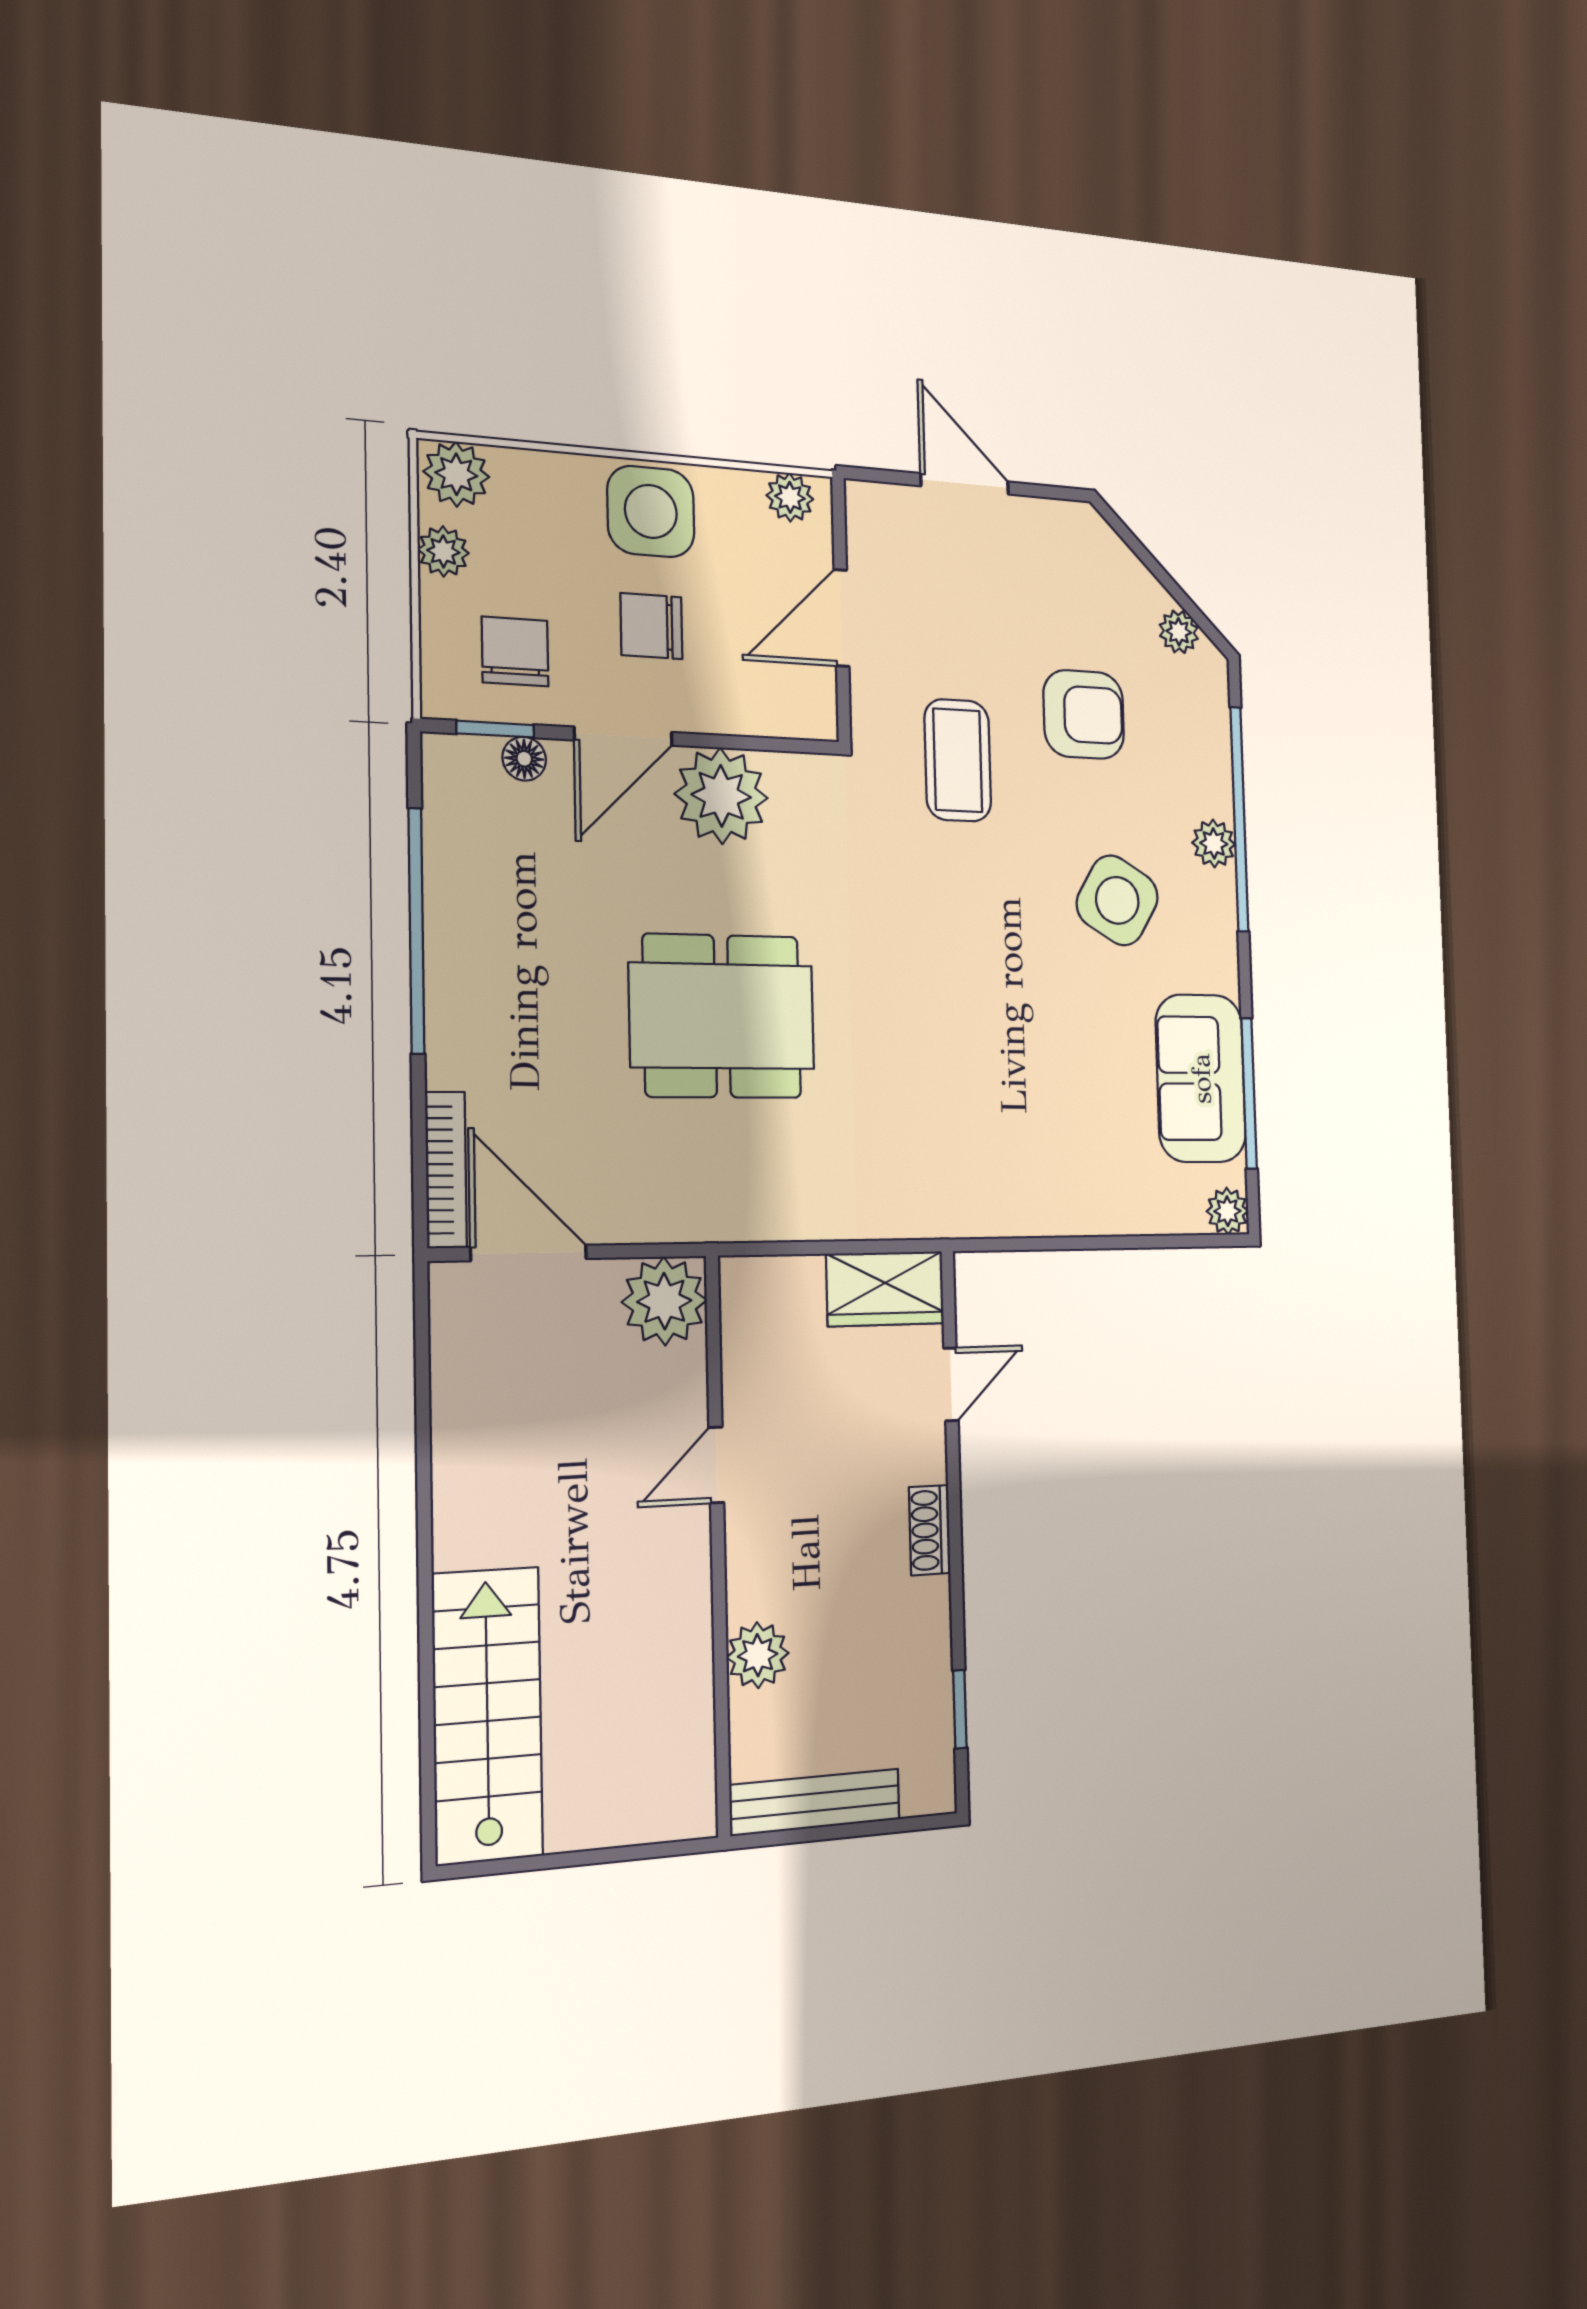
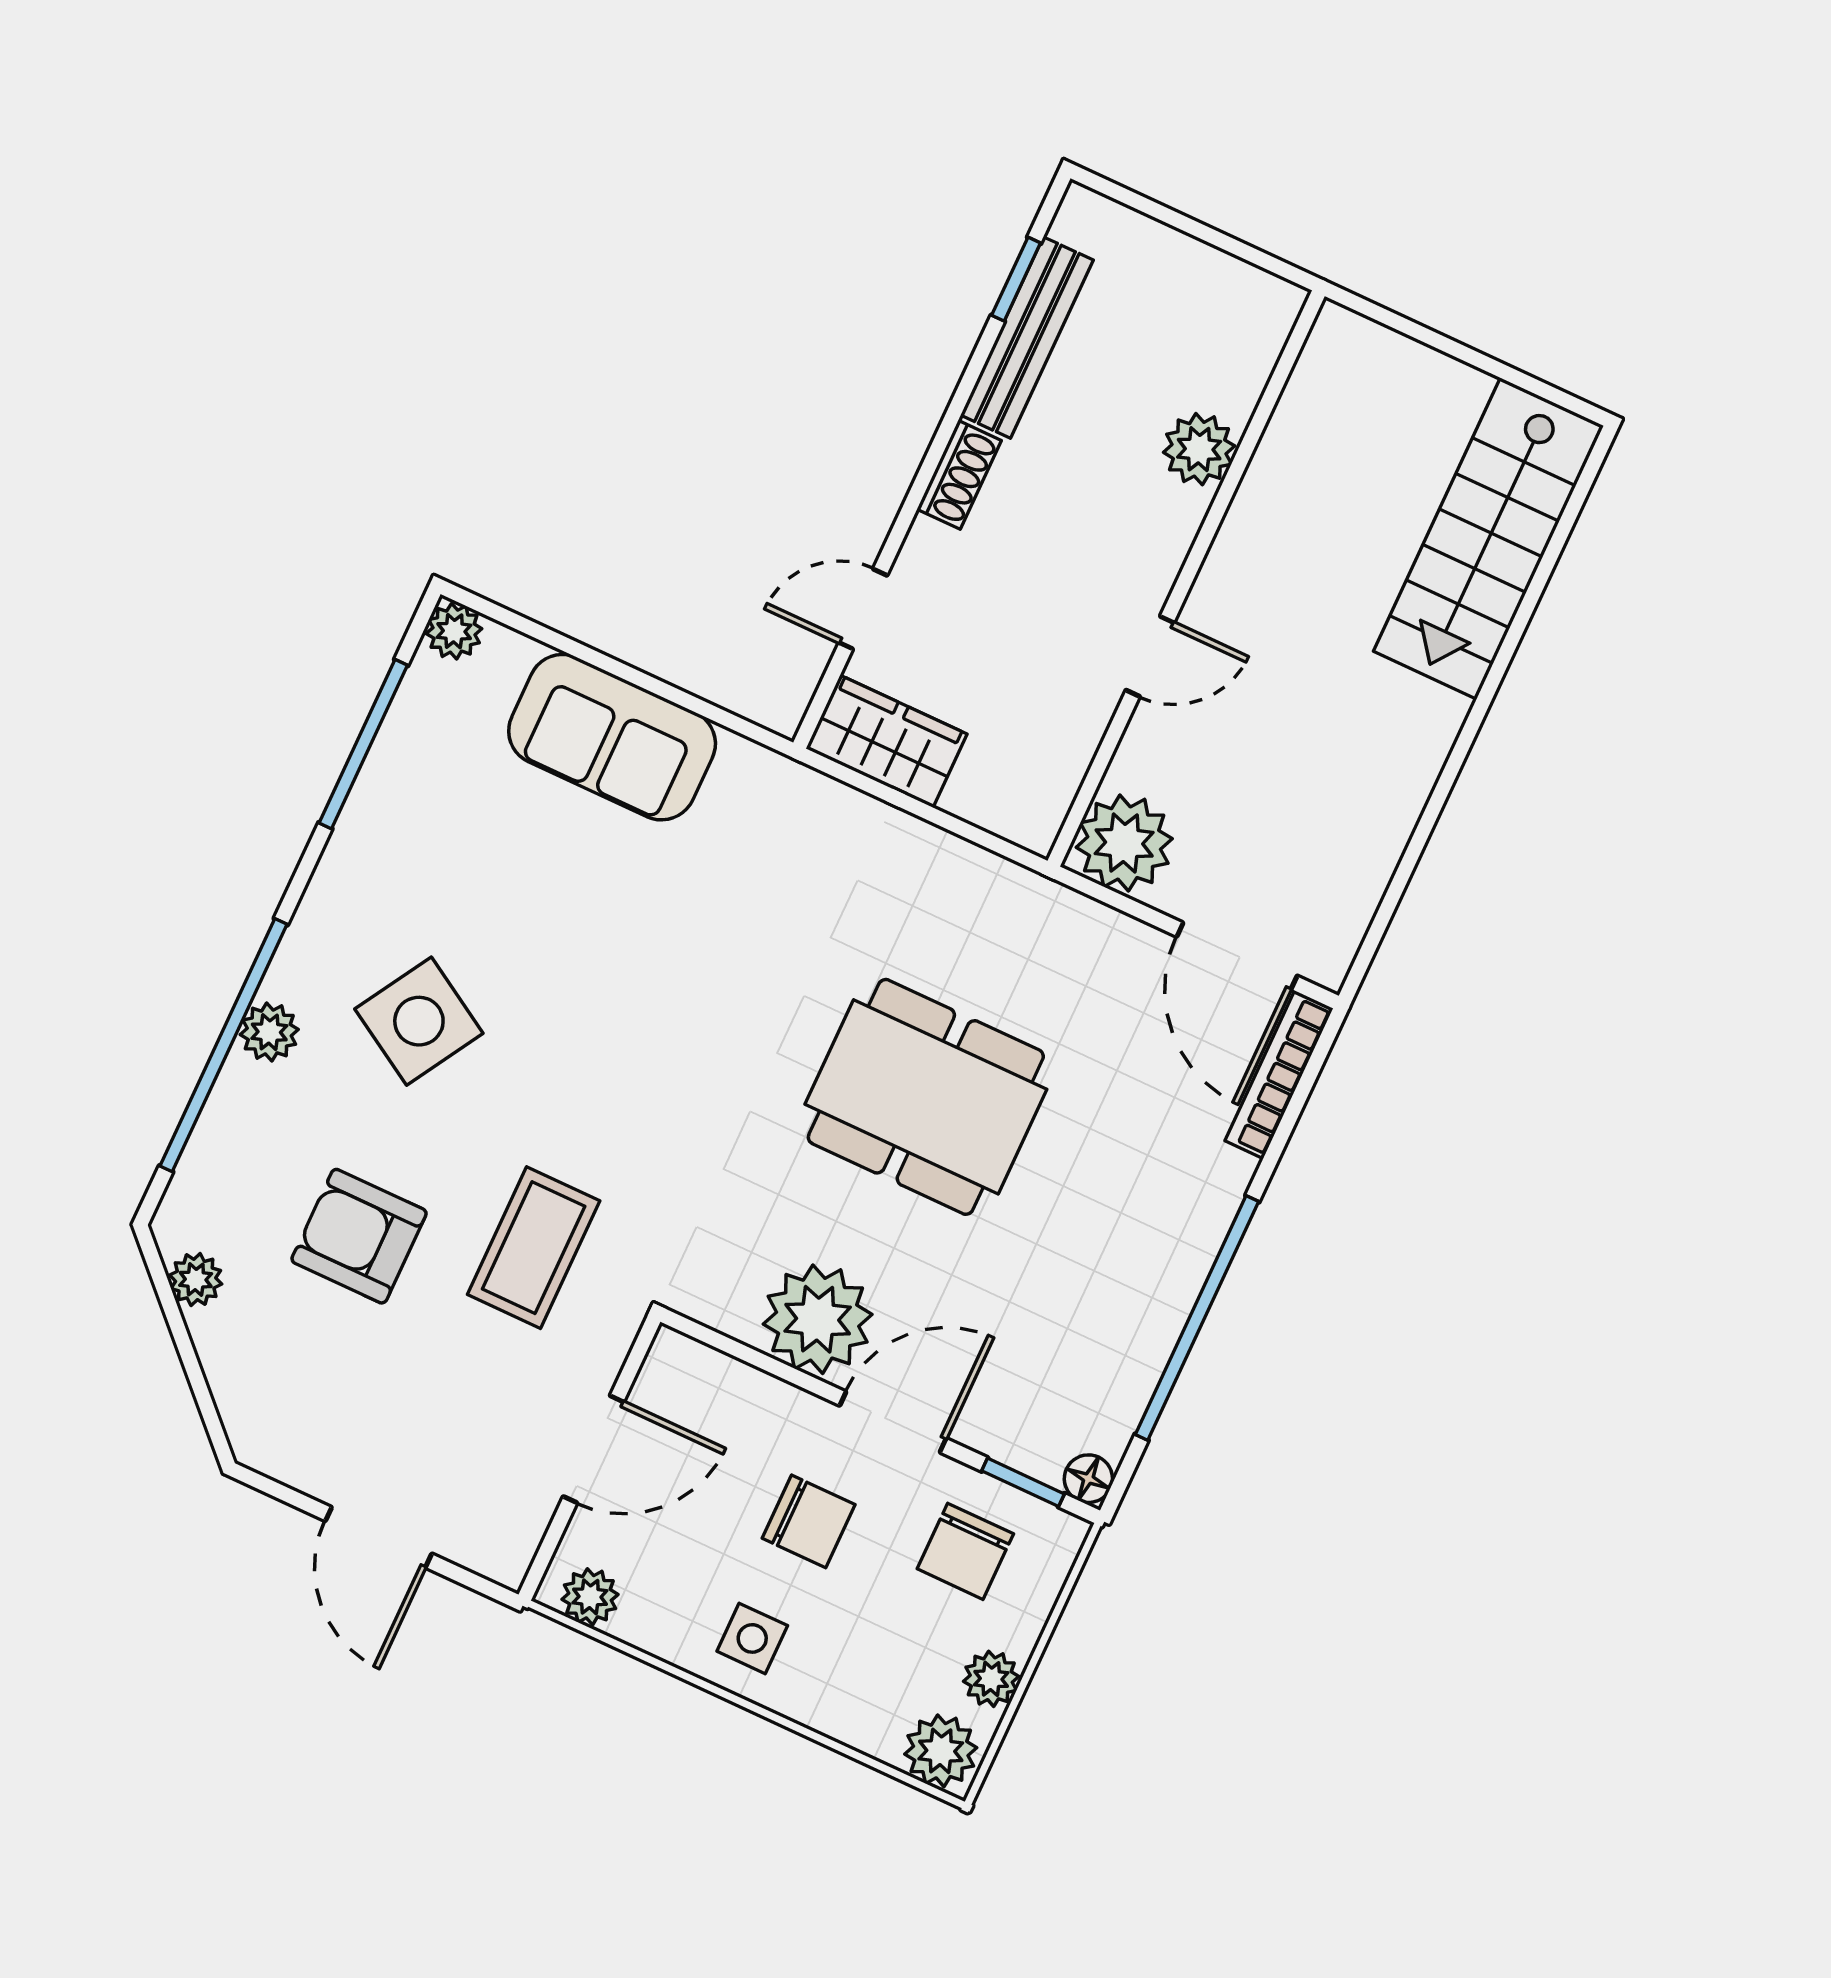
side table: (651, 511) -> (752, 1638), width x0.54, depth x0.54
floor lamp: (524, 759) -> (1088, 1479), moved
sofa: (1201, 1078) -> (612, 737), moved, turned 90
bench: (815, 1802) -> (1027, 338), moved, turned 90

